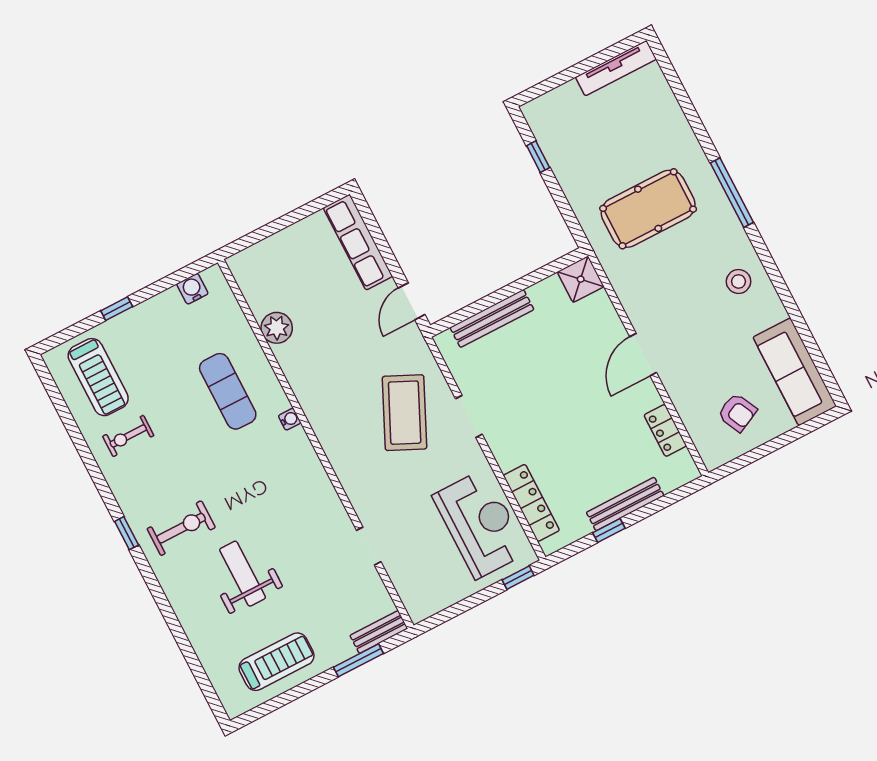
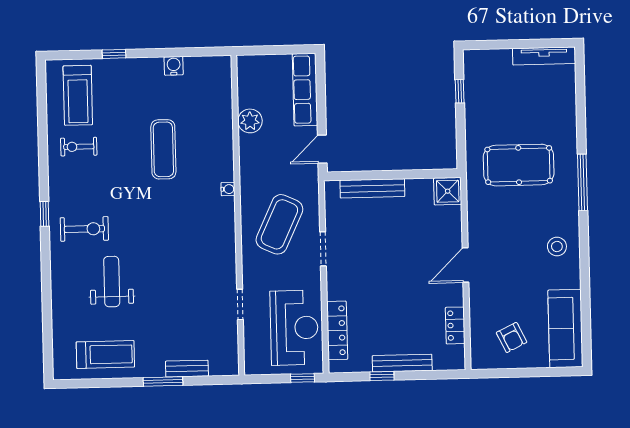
plant: (277, 328) -> (250, 121), moved
water cooler: (290, 419) -> (228, 189), moved
wall: (316, 444) -> (238, 215), moved
doorway: (369, 546) -> (240, 304), moved

